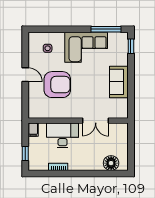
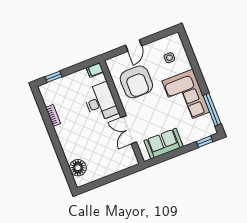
wall: (78, 121) -> (122, 112), moved
double door: (96, 121) -> (129, 130), moved
filing cabinet: (33, 130) -> (95, 70), moved
desk: (63, 135) -> (101, 102), moved

